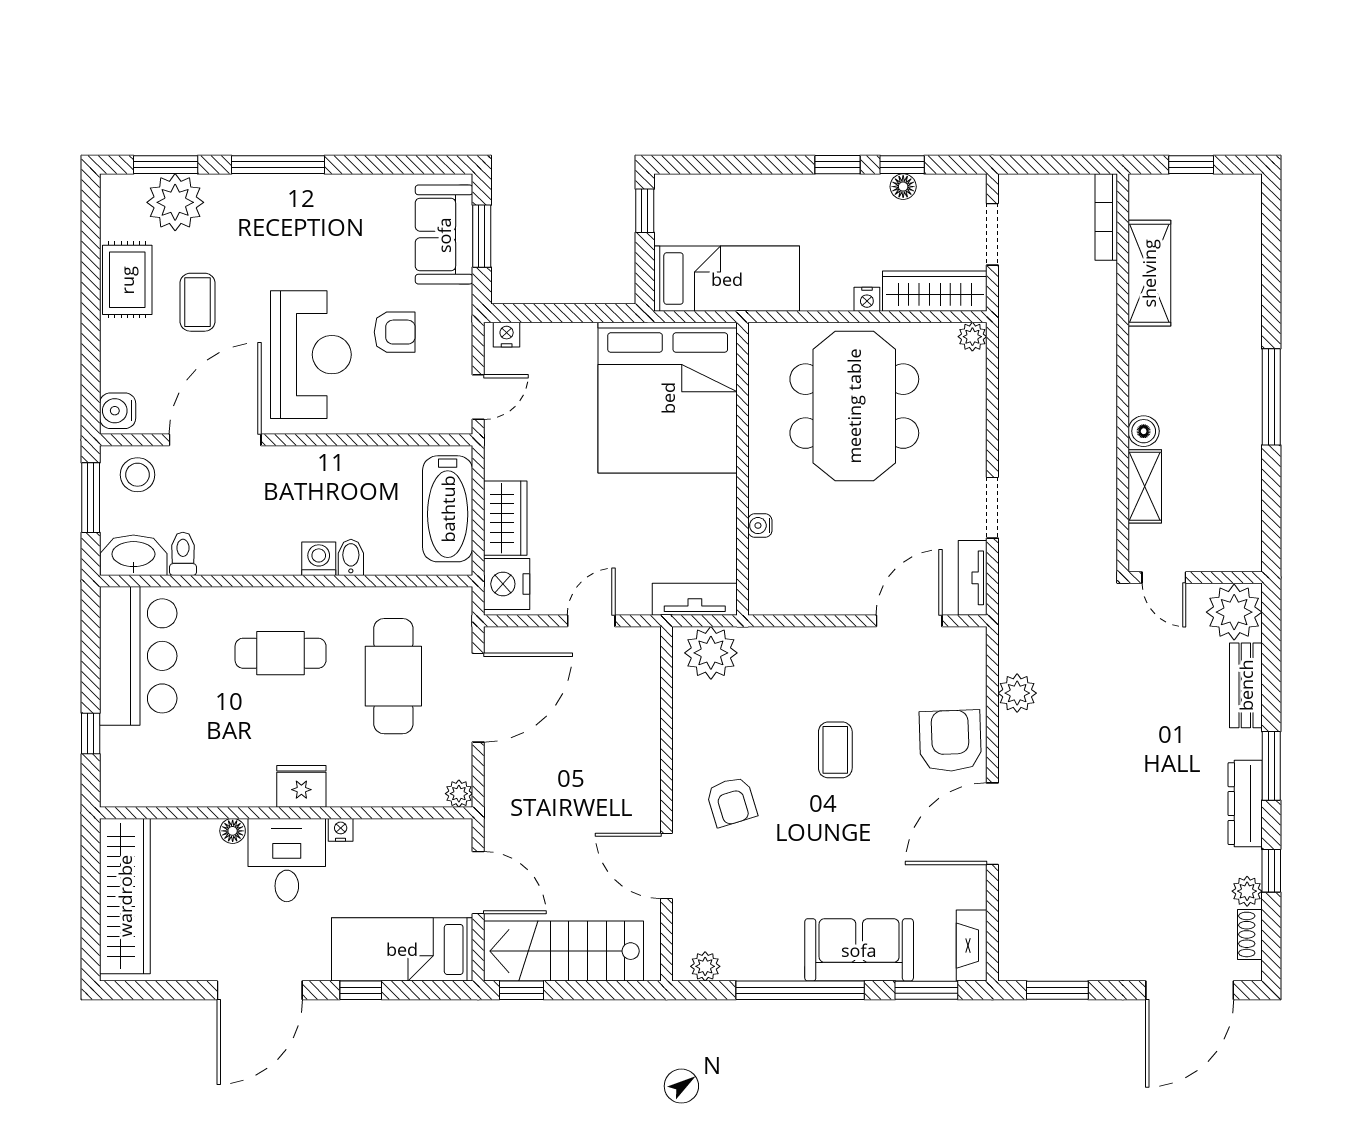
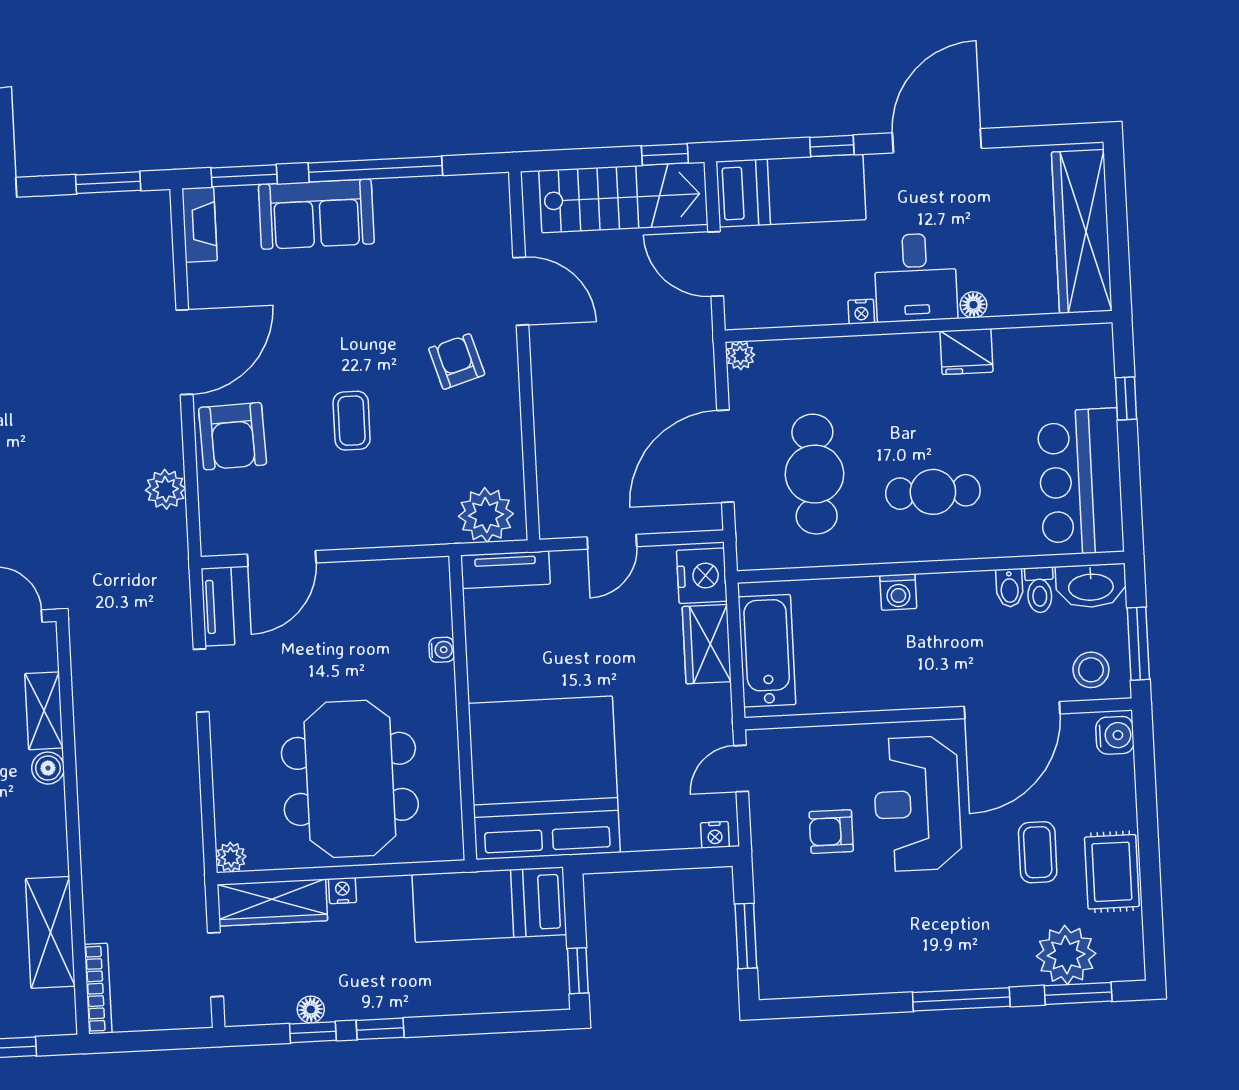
sofa: (444, 235) -> (785, 936), removed
bidet: (351, 557) -> (1010, 588), moved
fridge: (301, 786) -> (967, 352), moved
plant: (705, 966) -> (475, 189), removed

